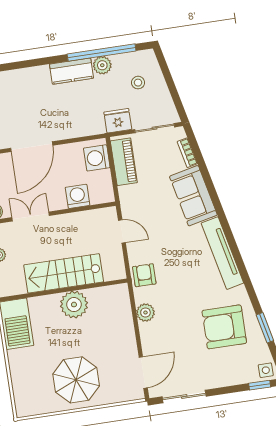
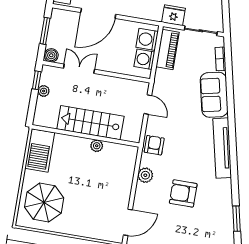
washing machine: (78, 196) -> (144, 59), moved, turned -90
plant: (74, 305) -> (97, 146), width x0.53, depth x0.53
armchair: (224, 327) -> (183, 193), moved, width x0.73, depth x0.73
parasol: (76, 380) -> (44, 203), moved

